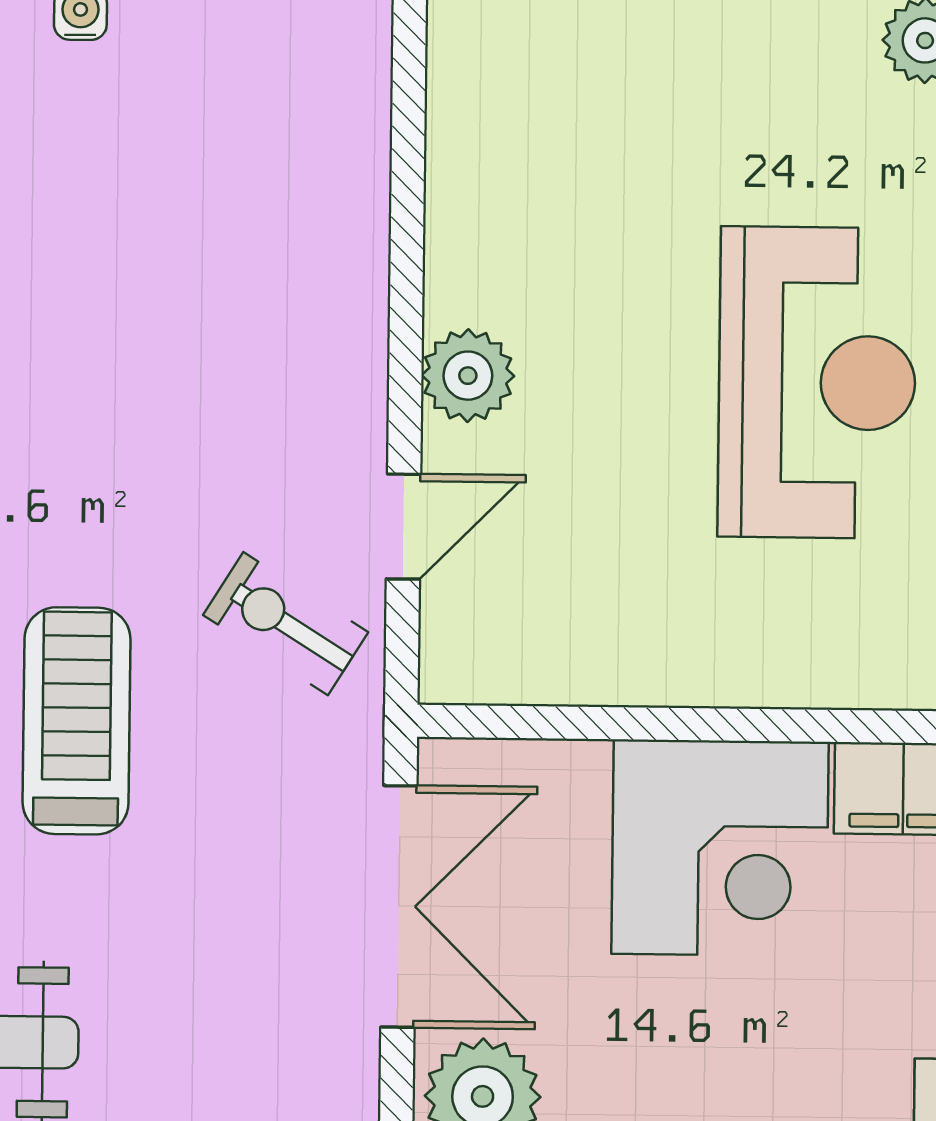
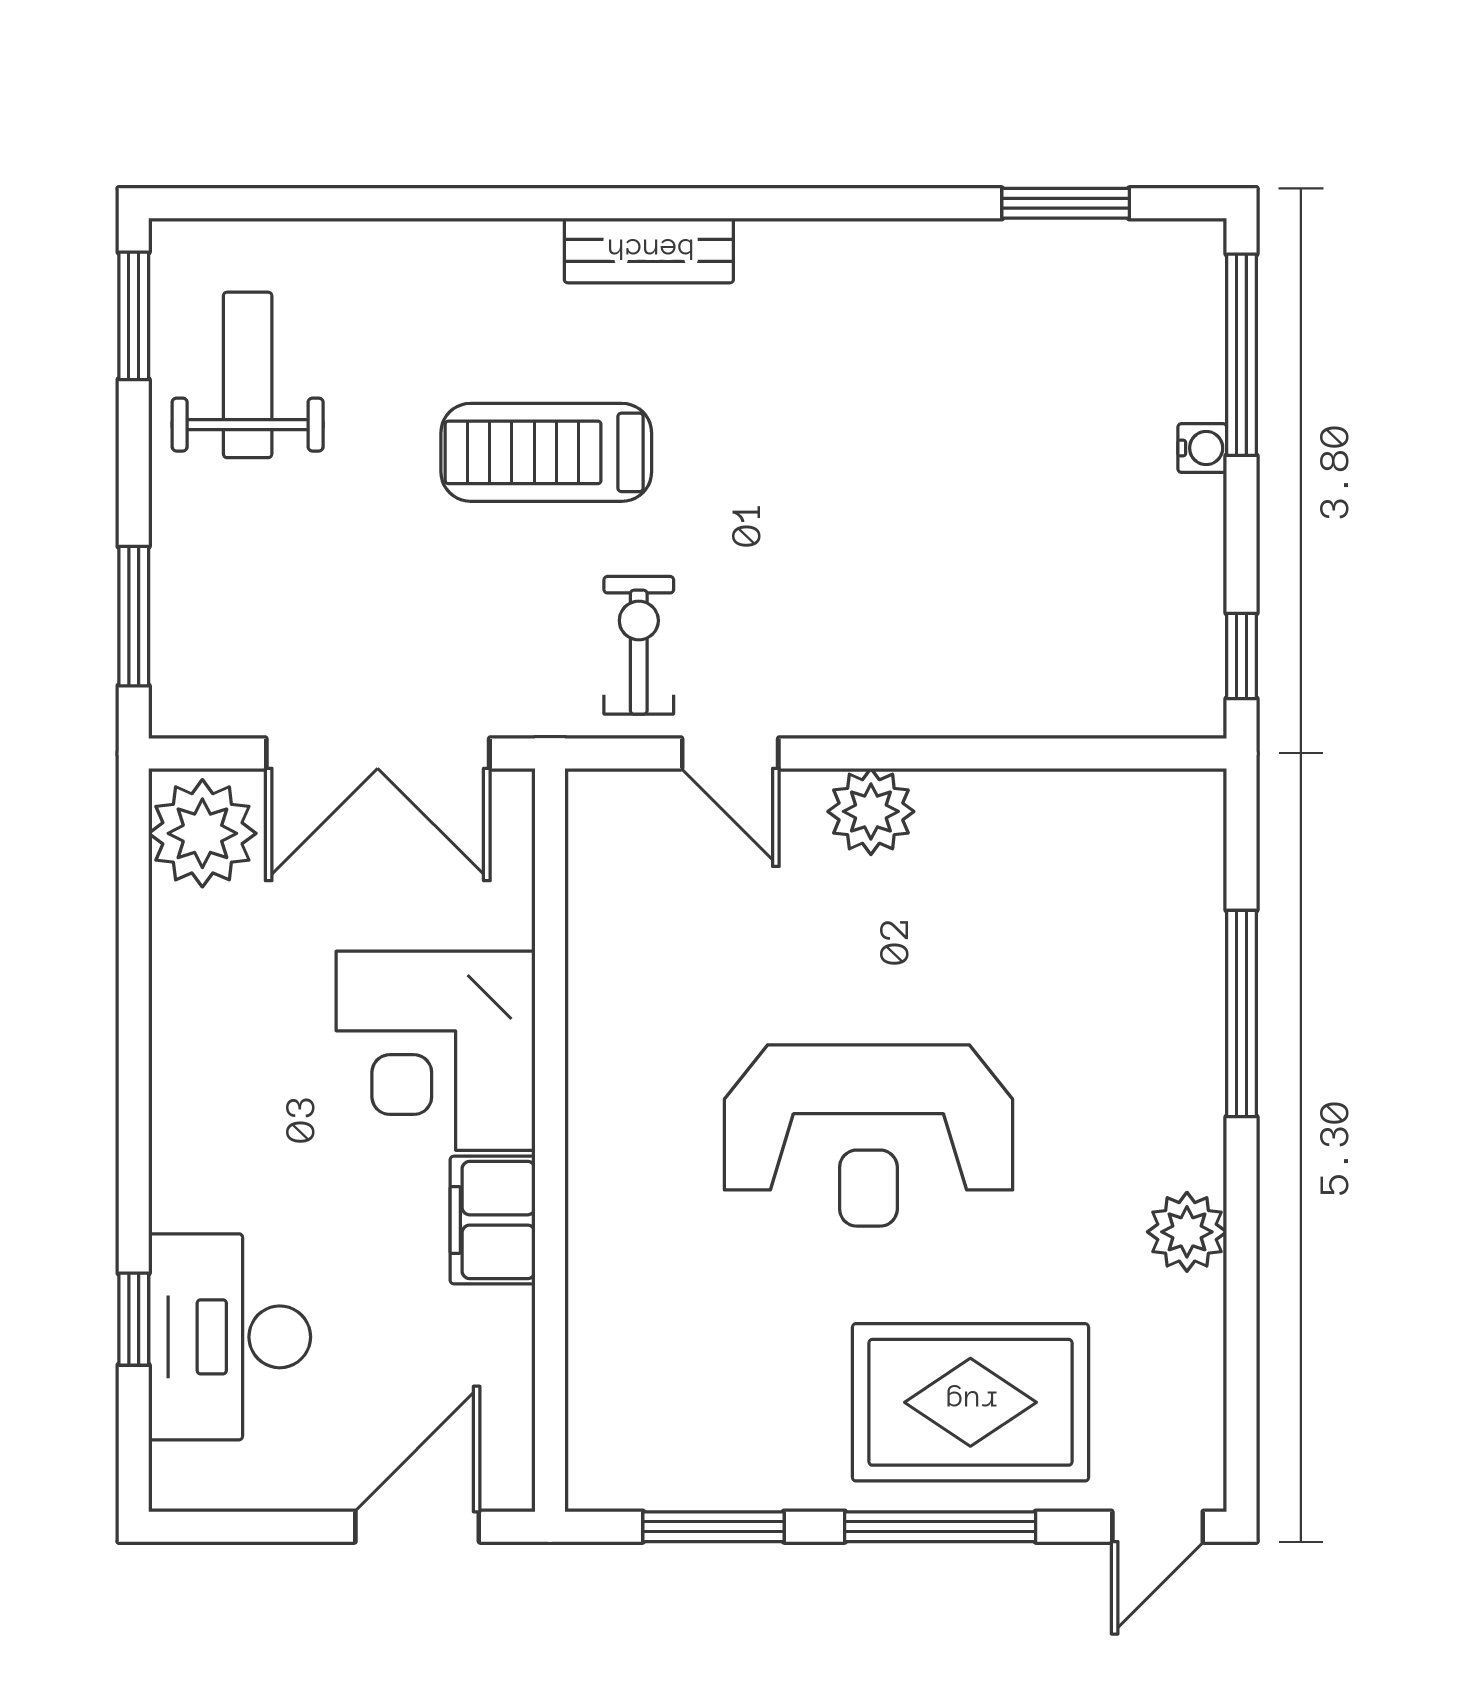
exercise bike: (286, 624) -> (639, 645), turned -32
treadmill: (77, 721) -> (546, 452), turned 180

